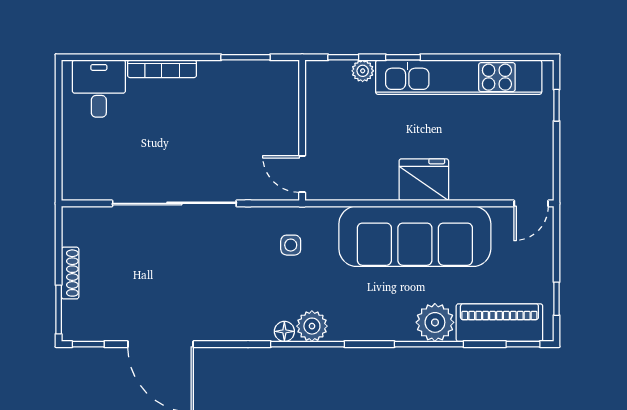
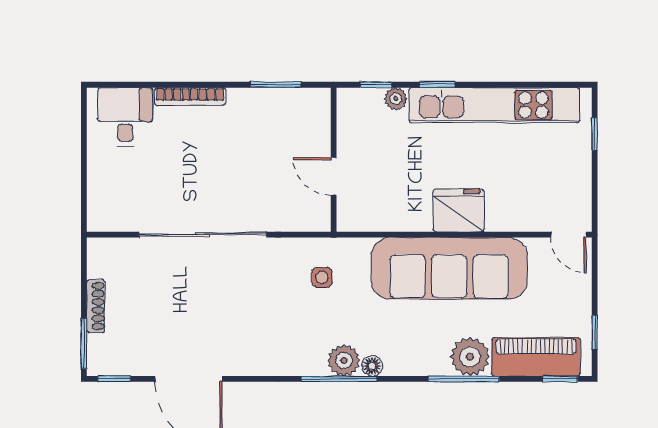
door: (302, 174) -> (334, 176), moved
door: (531, 203) -> (569, 235), hinge flipped
floor lamp: (284, 331) -> (372, 366), moved

